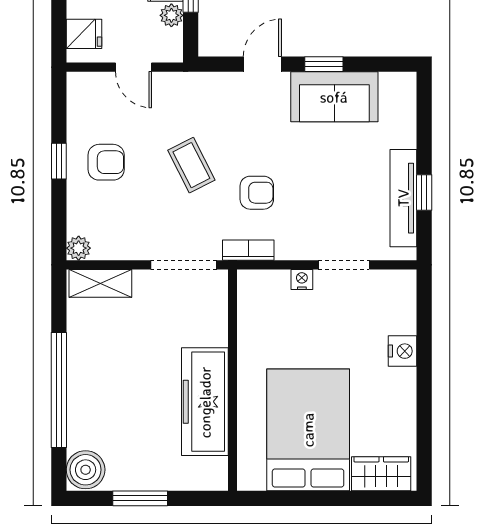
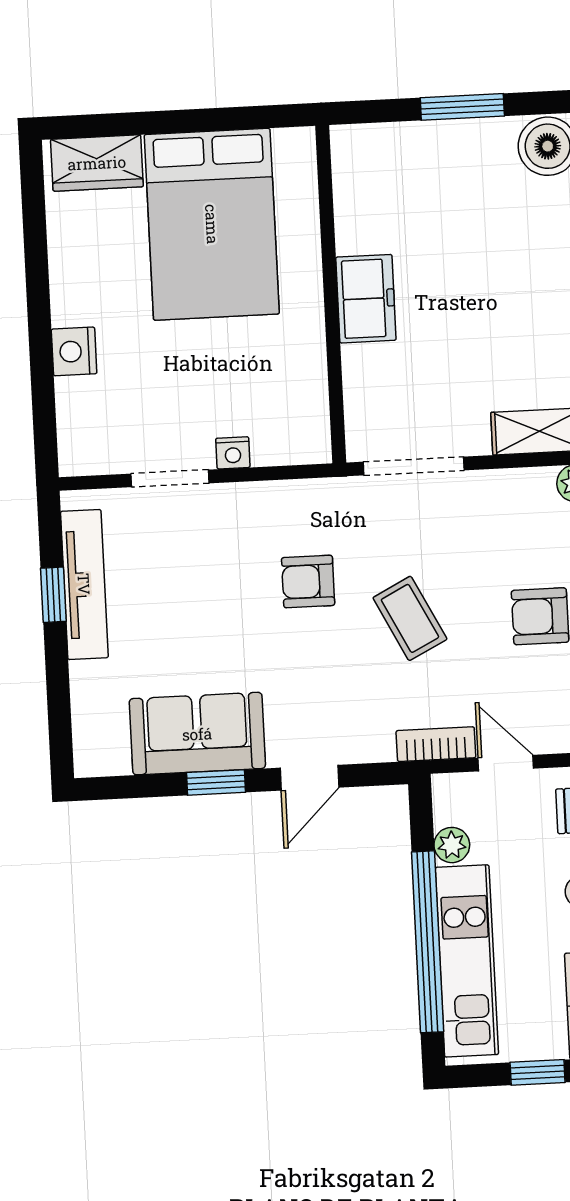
bookcase: (248, 250) -> (436, 744), moved, turned 180
freezer: (205, 402) -> (366, 299), width x0.52, depth x0.79

